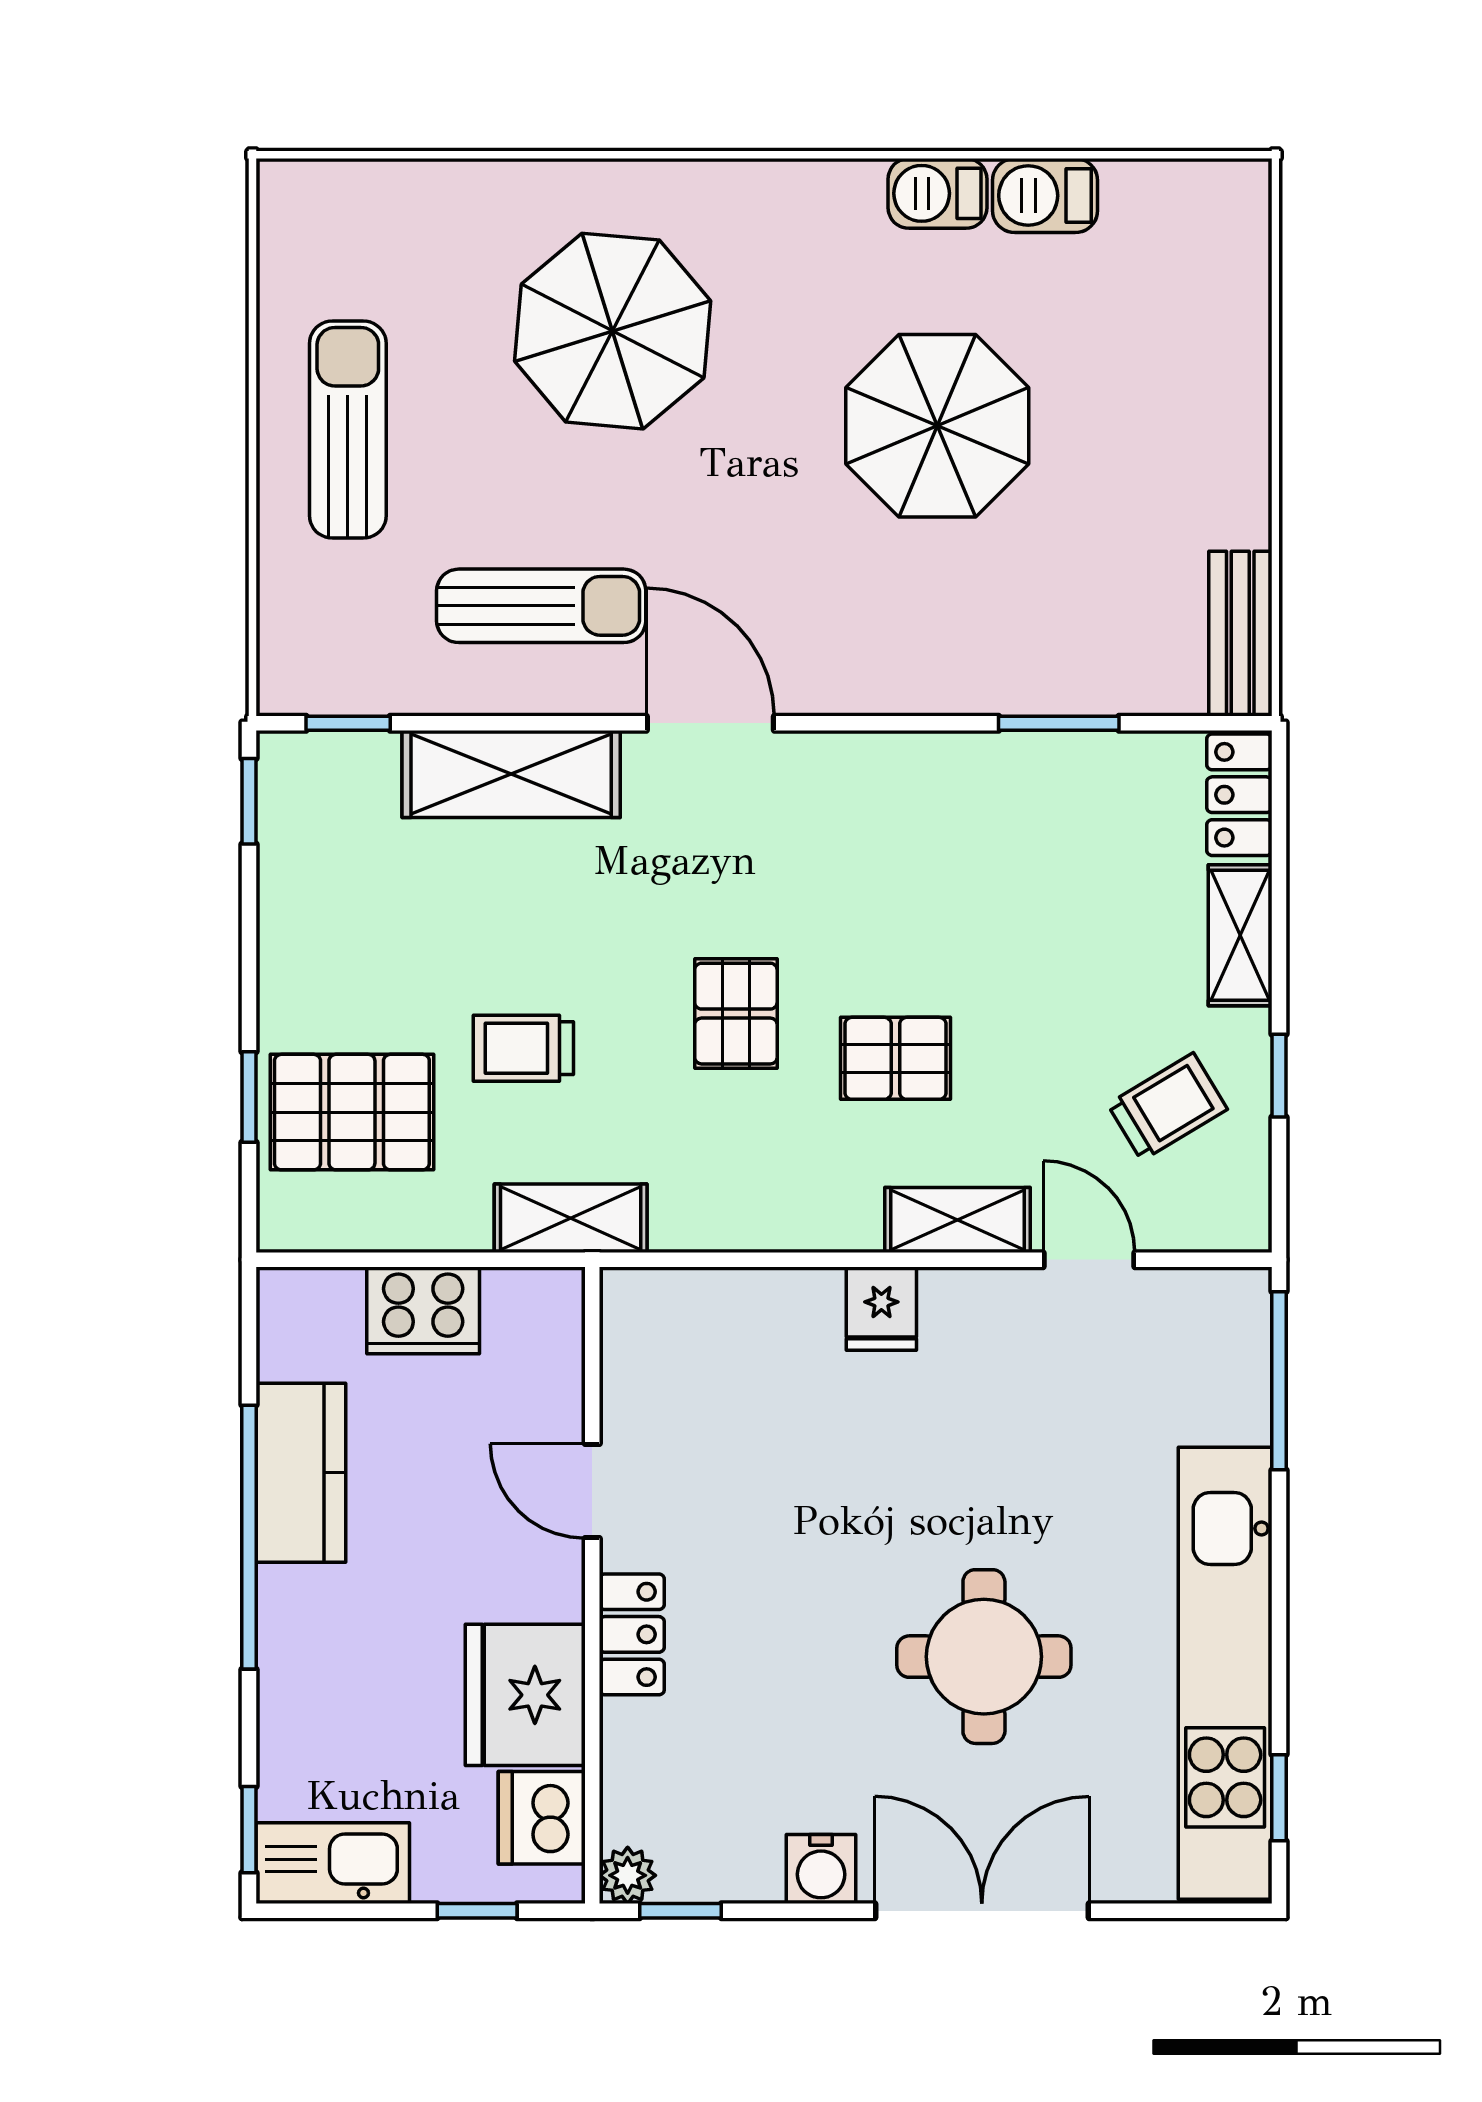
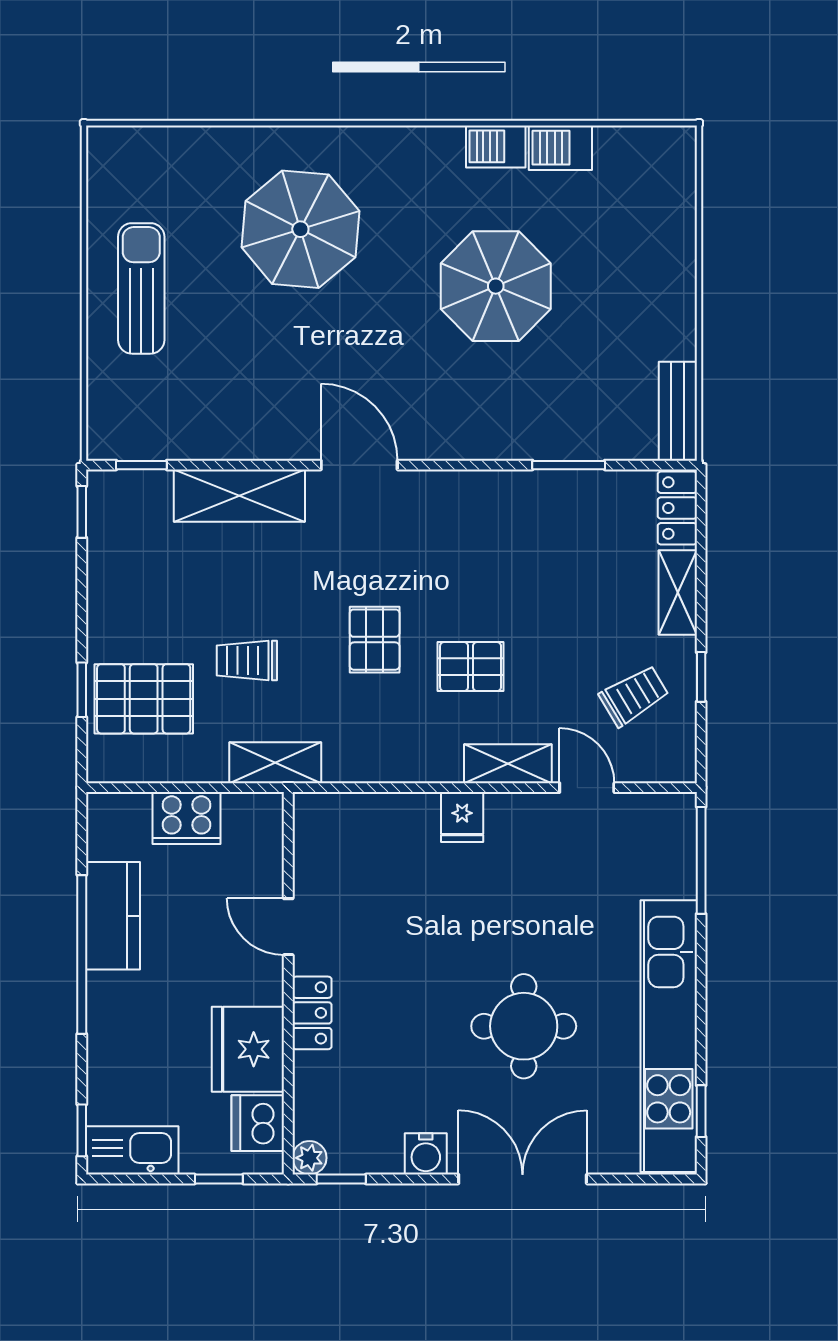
sun lounger: (541, 606) -> (258, 394), removed

